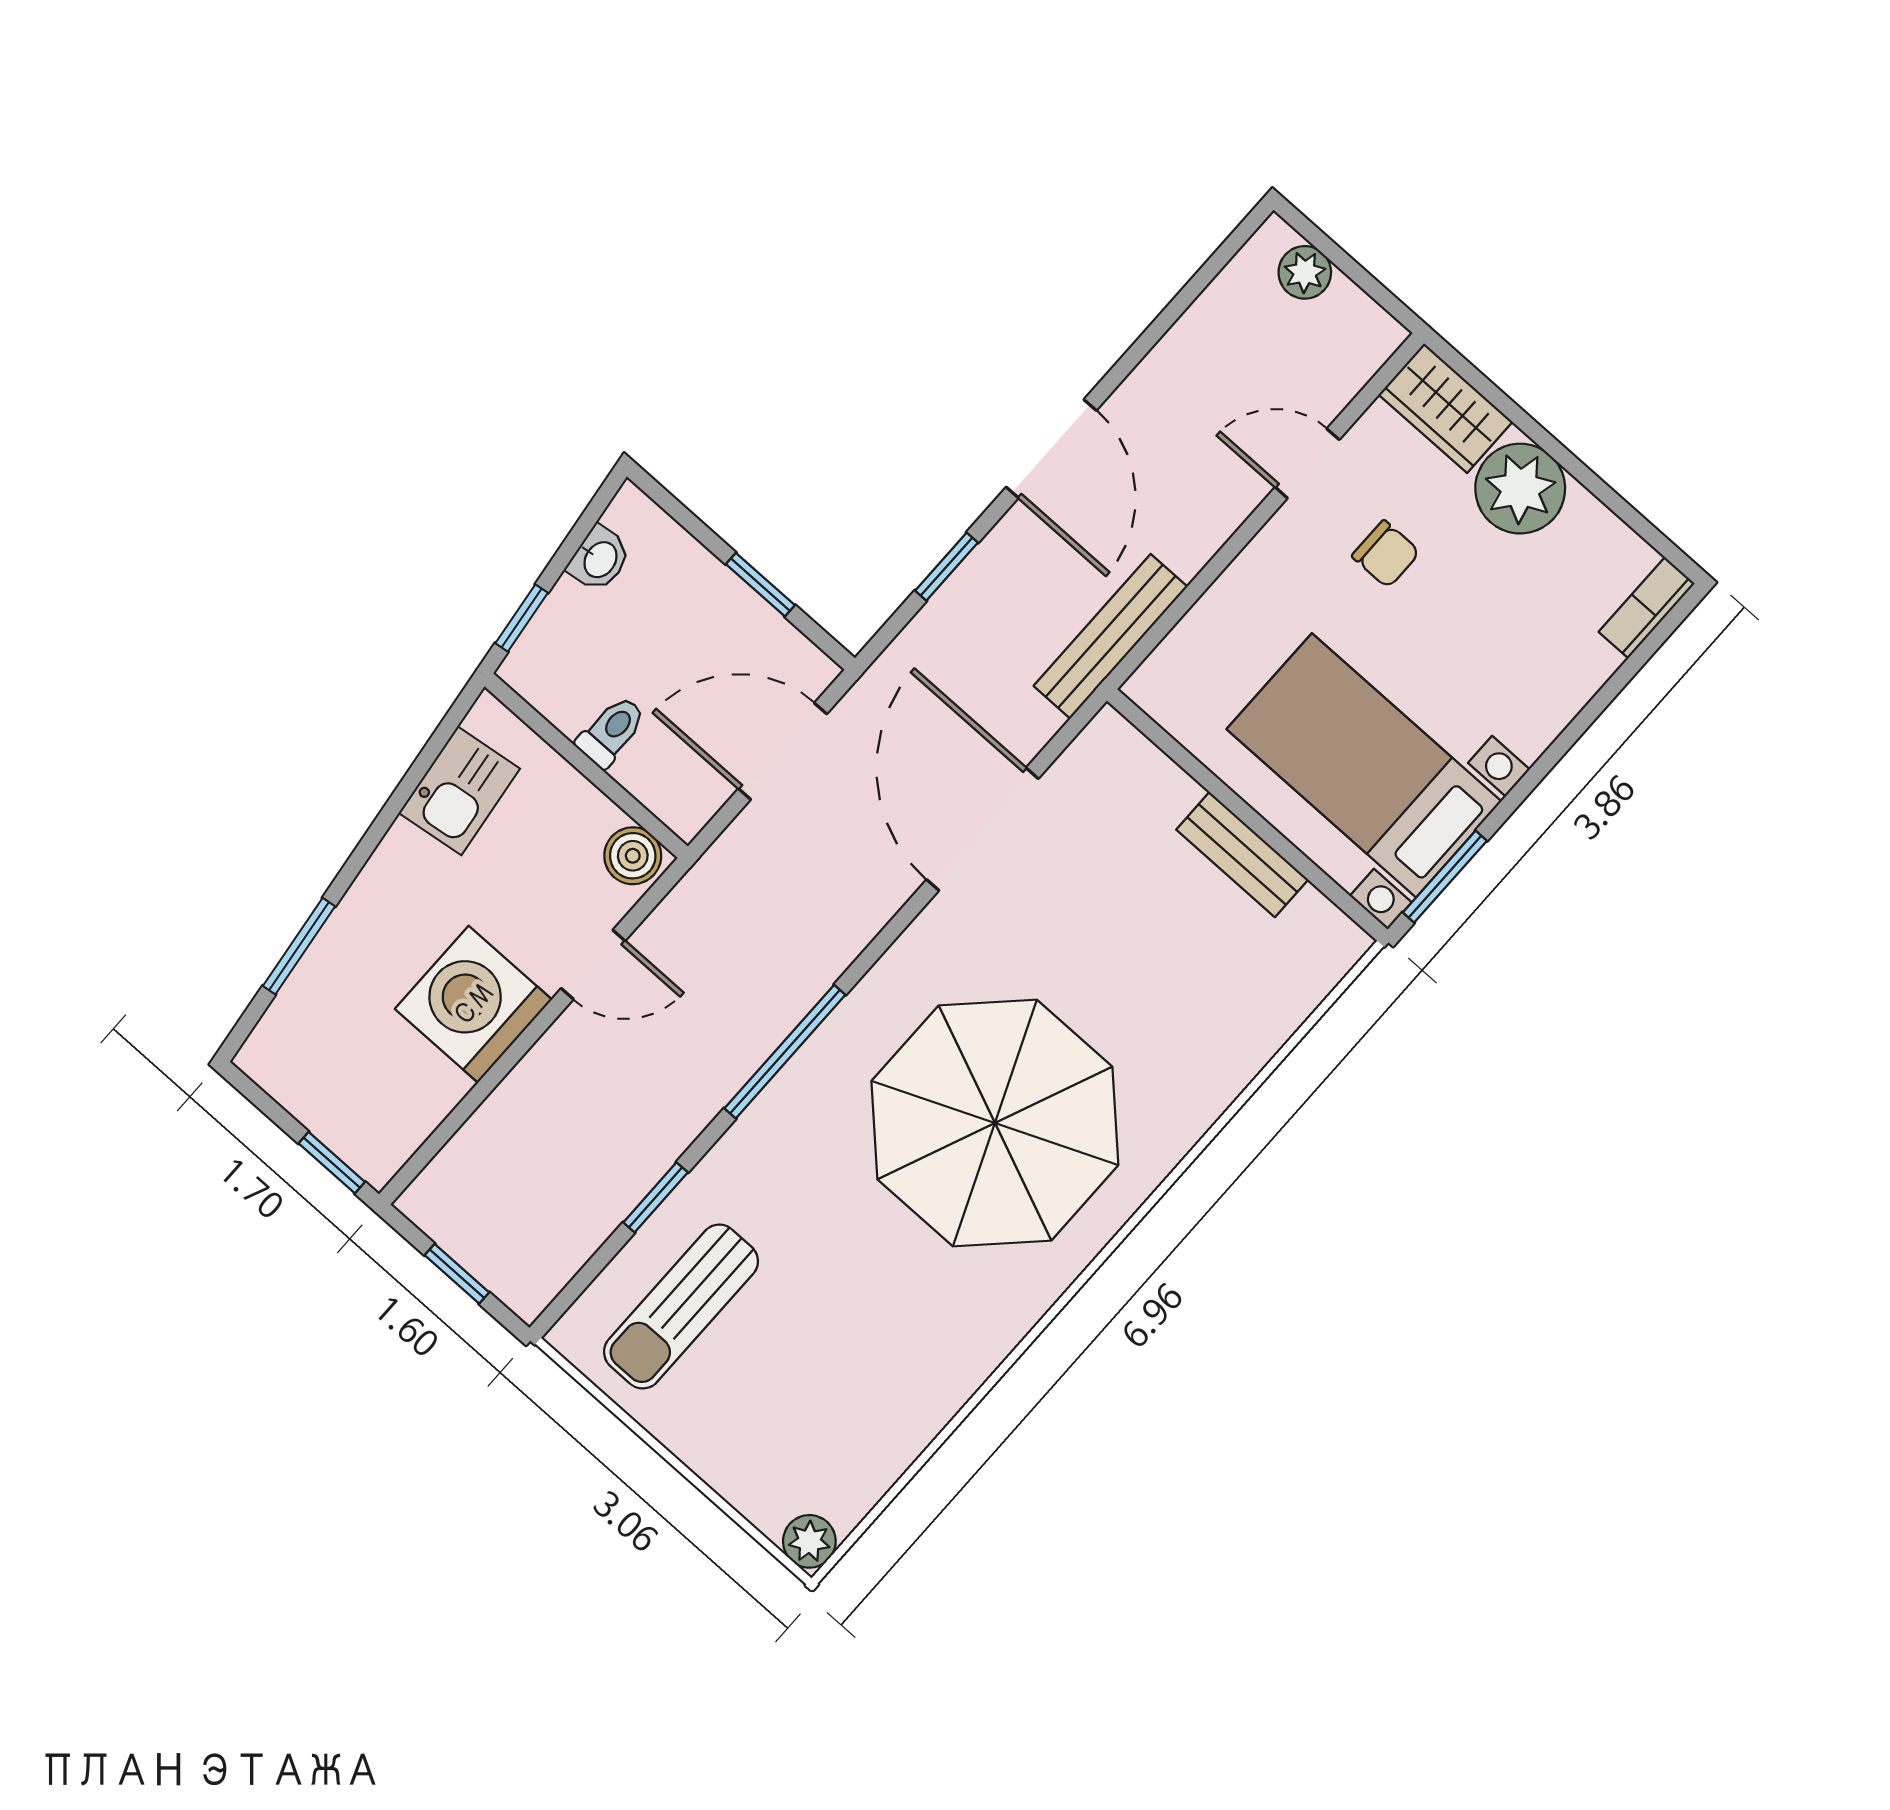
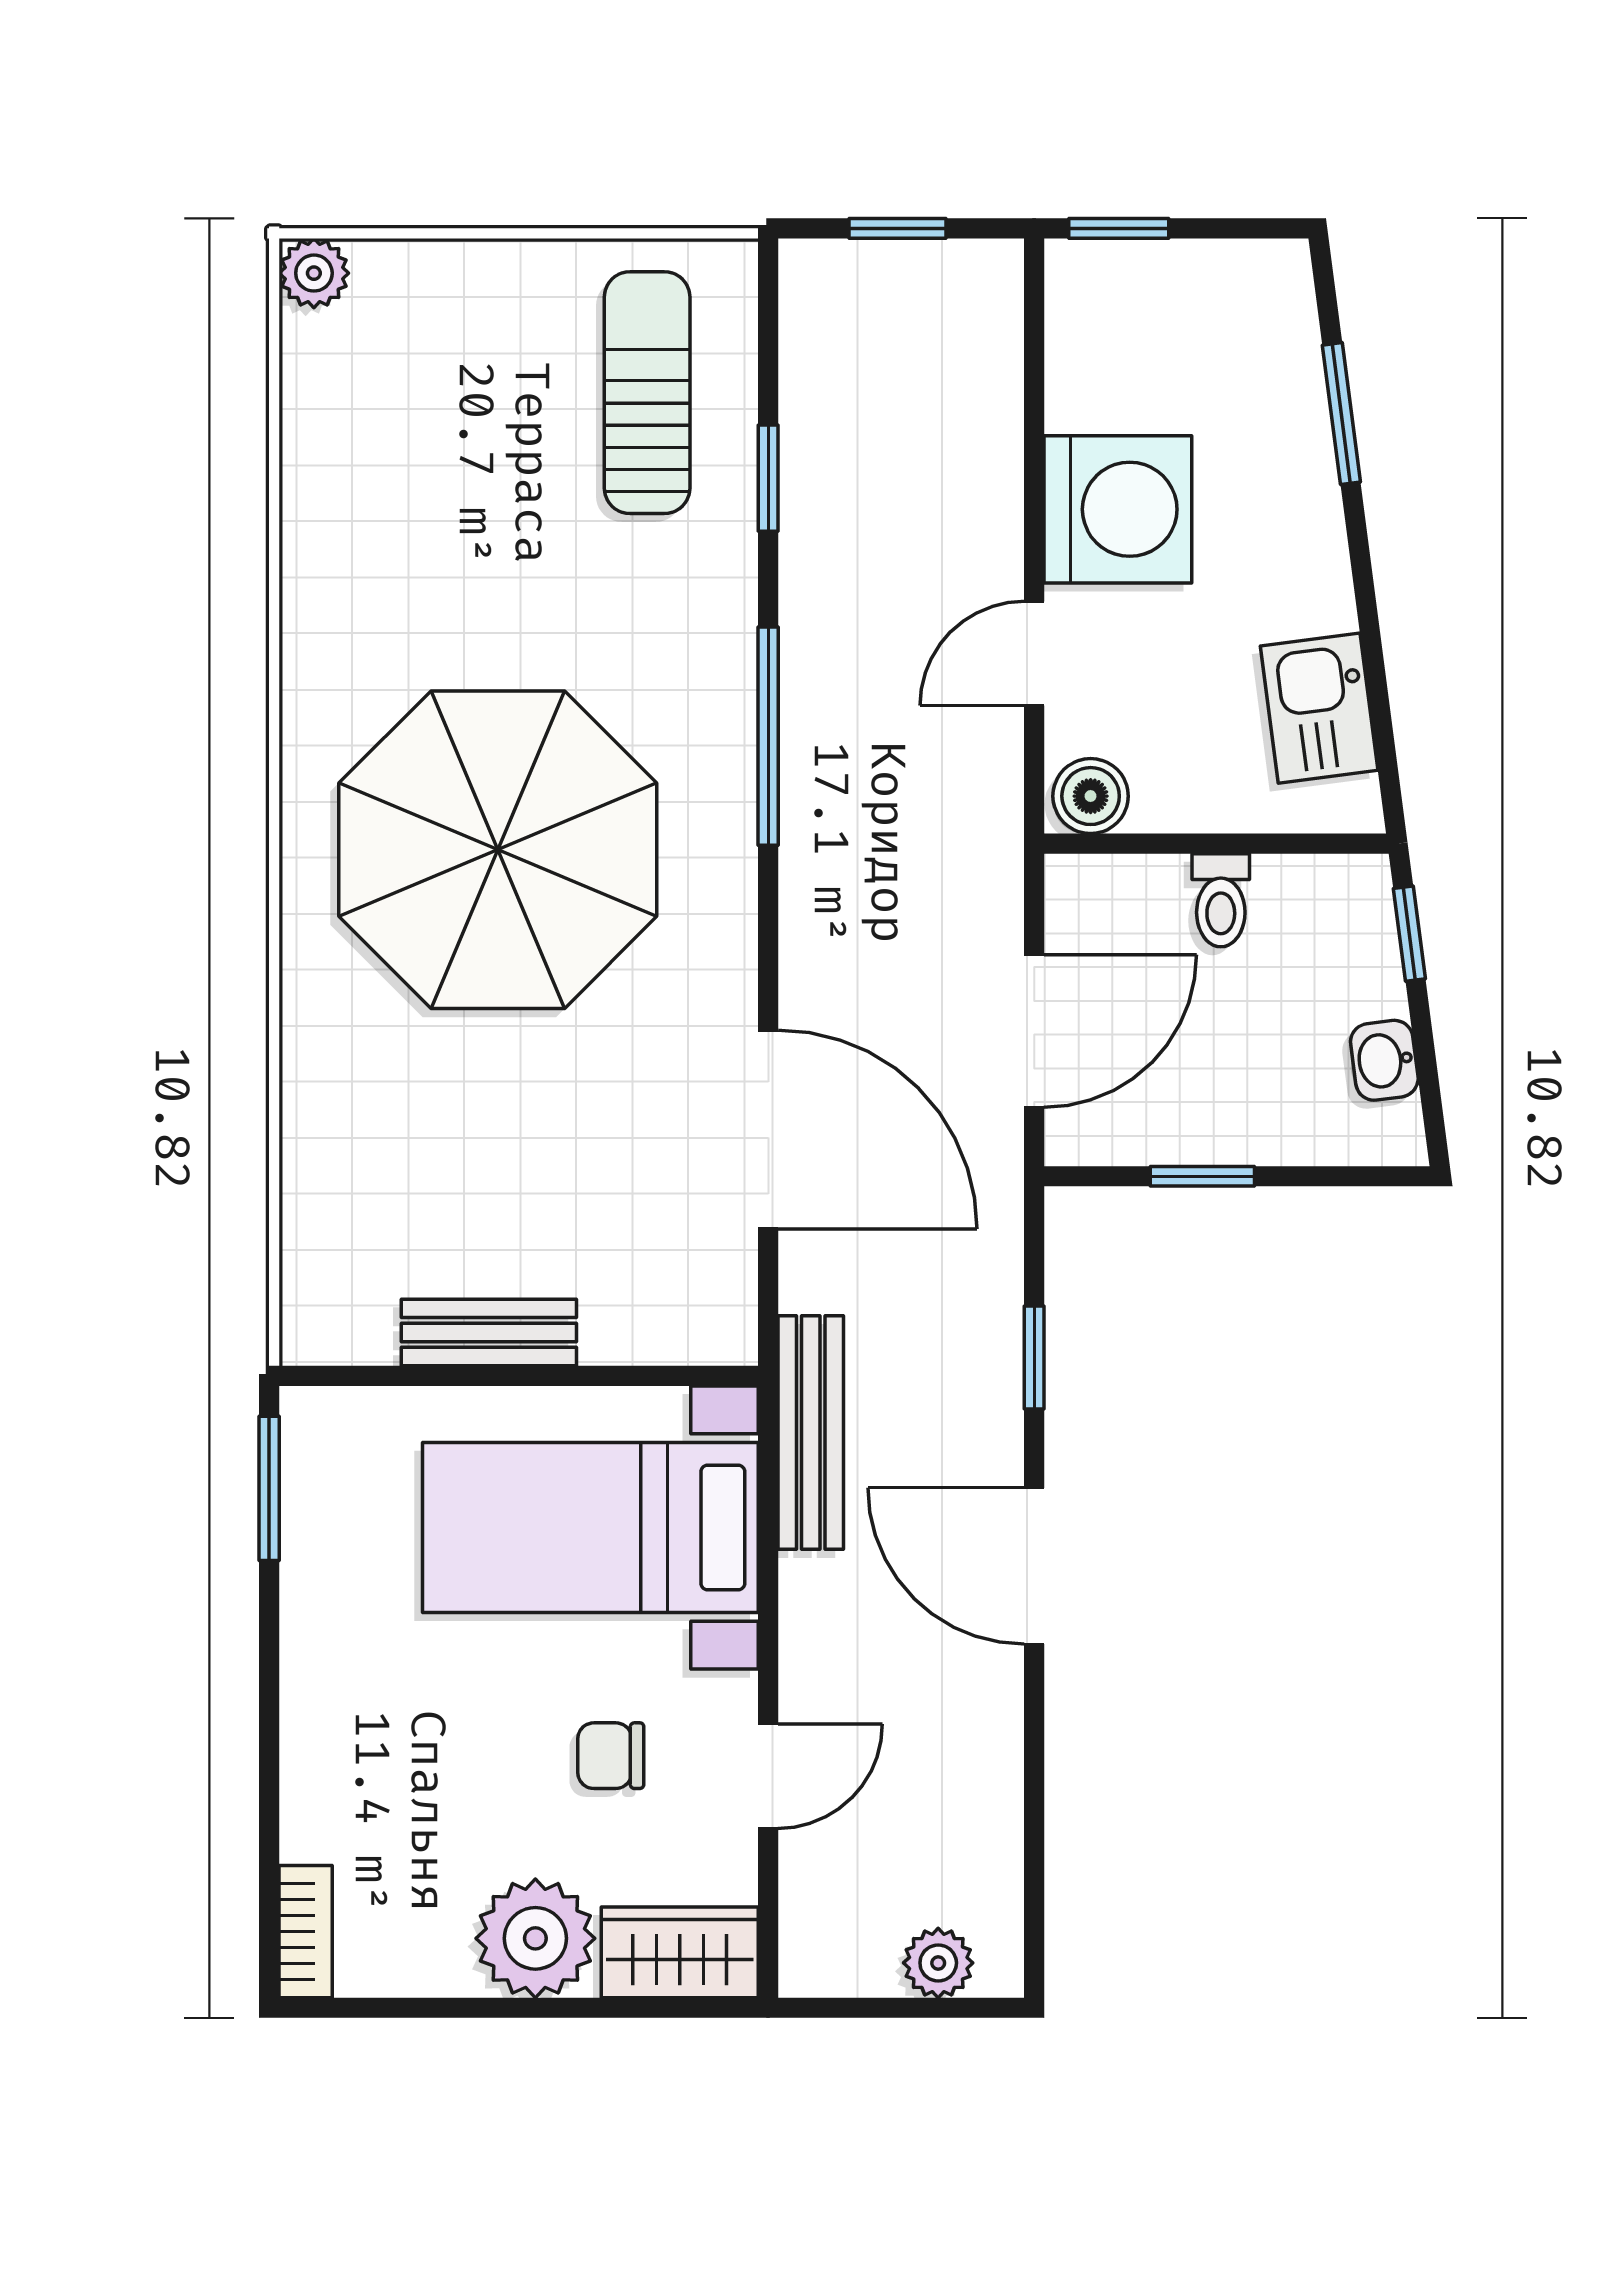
bed with nightstands: (1364, 765) -> (590, 1527), moved, turned 180

